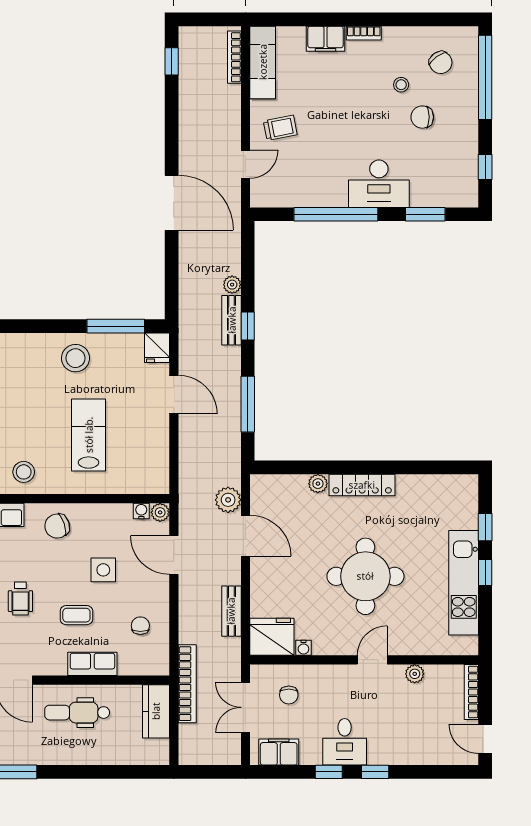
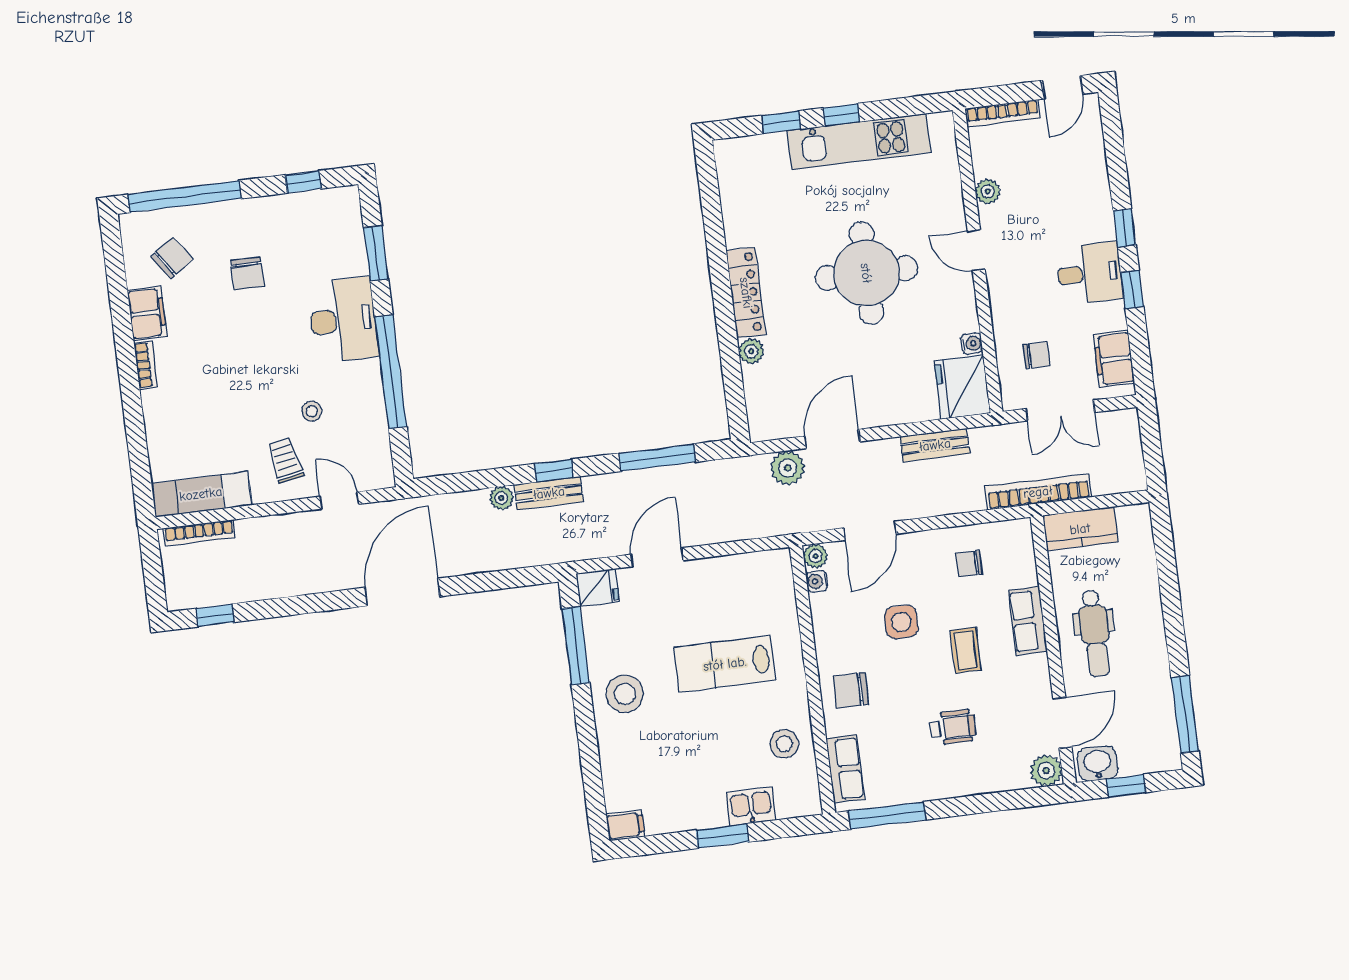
filing cabinet: (326, 39) -> (147, 313), moved
stool: (401, 85) -> (312, 411), moved
chair: (57, 526) -> (851, 690), turned 109

